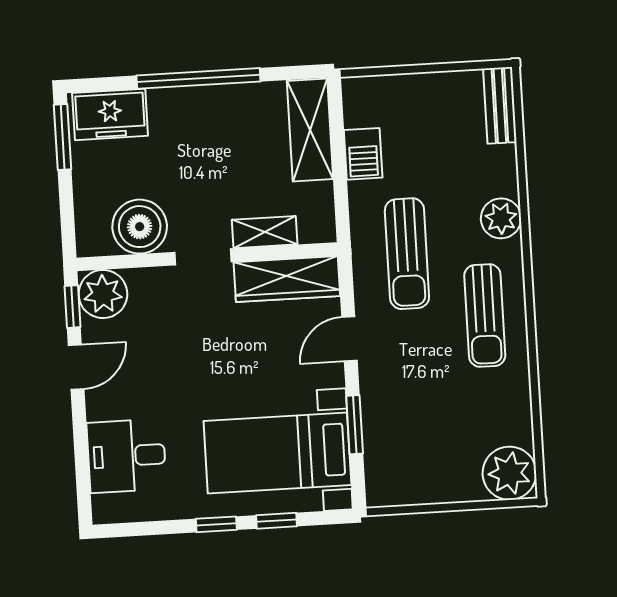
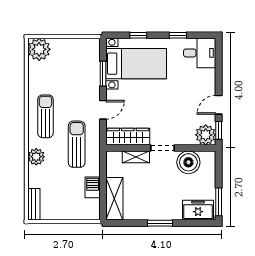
window: (198, 78) -> (160, 223), width x0.47
desk: (126, 456) -> (200, 53), moved
window: (216, 524) -> (178, 35), moved

